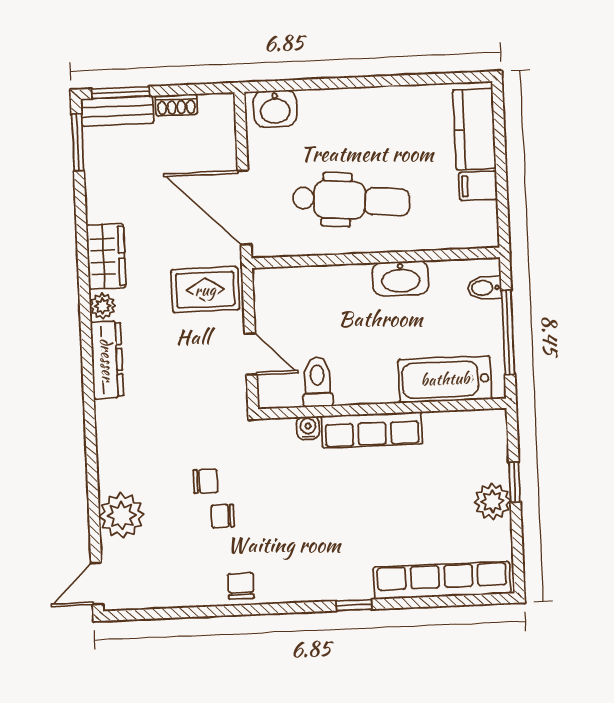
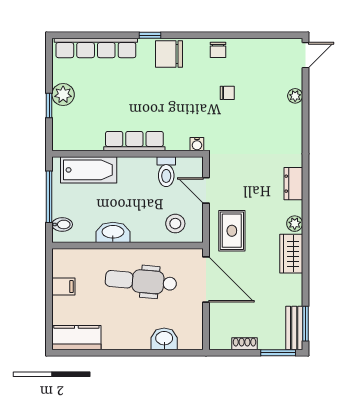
washbasin: (275, 109) -> (164, 339), moved
bench: (117, 111) -> (294, 328), moved, turned 90
kitchen counter: (474, 129) -> (76, 338), moved, turned -90
rug: (205, 290) -> (232, 231), turned 90
stool: (299, 297) -> (175, 224), added
dresser: (107, 360) -> (293, 184), width x0.70
water cooler: (308, 428) -> (197, 144), moved
chair: (206, 481) -> (169, 54), moved, width x1.87, depth x1.87
plant: (122, 515) -> (295, 96), width x0.53, depth x0.53

